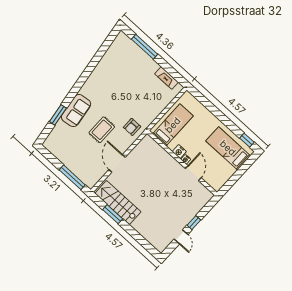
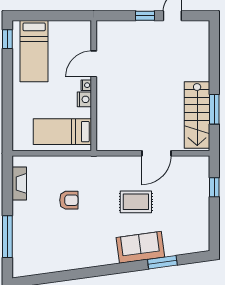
armchair: (132, 127) -> (69, 200), moved
window: (72, 177) -> (214, 187), width x0.46

